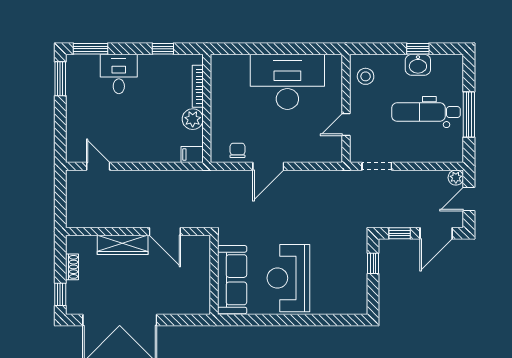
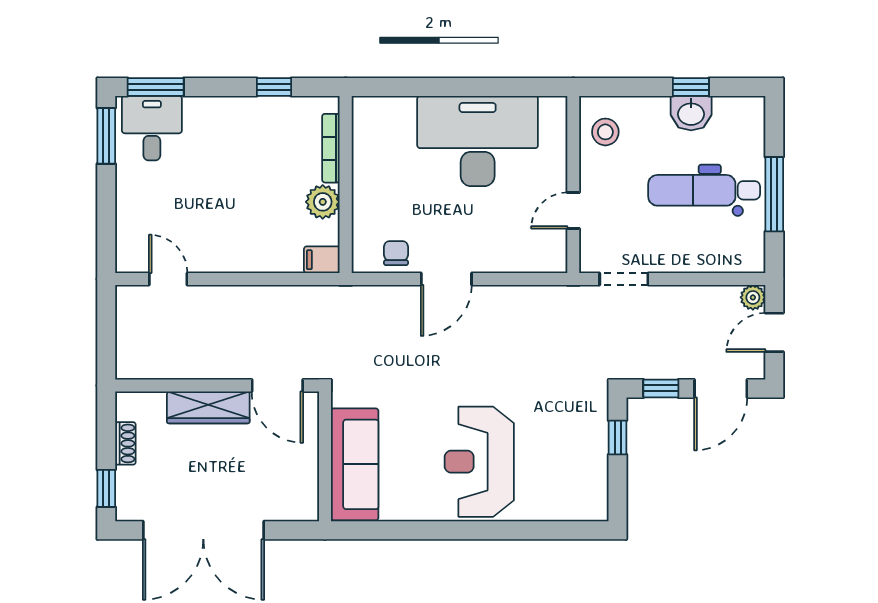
desk: (119, 74) -> (152, 128), moved
wall: (214, 275) -> (325, 456), moved
sofa: (232, 280) -> (355, 464), moved

